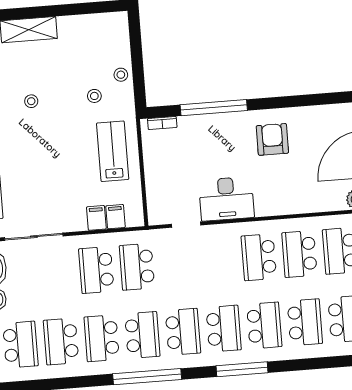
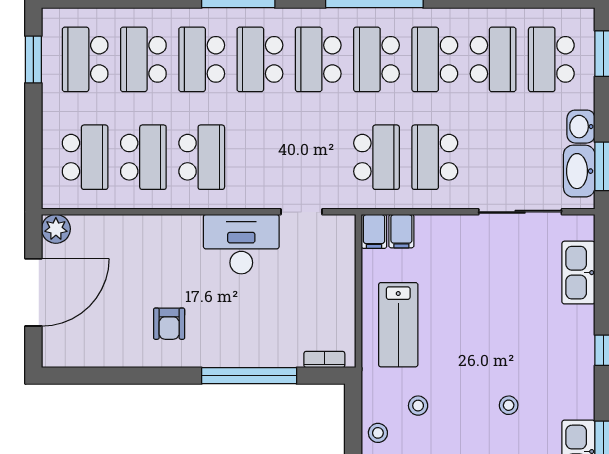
armchair: (272, 139) -> (169, 324), width x0.72, depth x0.72
filing cabinet: (96, 218) -> (374, 231), moved
school desk: (96, 270) -> (435, 157), turned 180
school desk: (102, 338) -> (435, 59), turned 180

